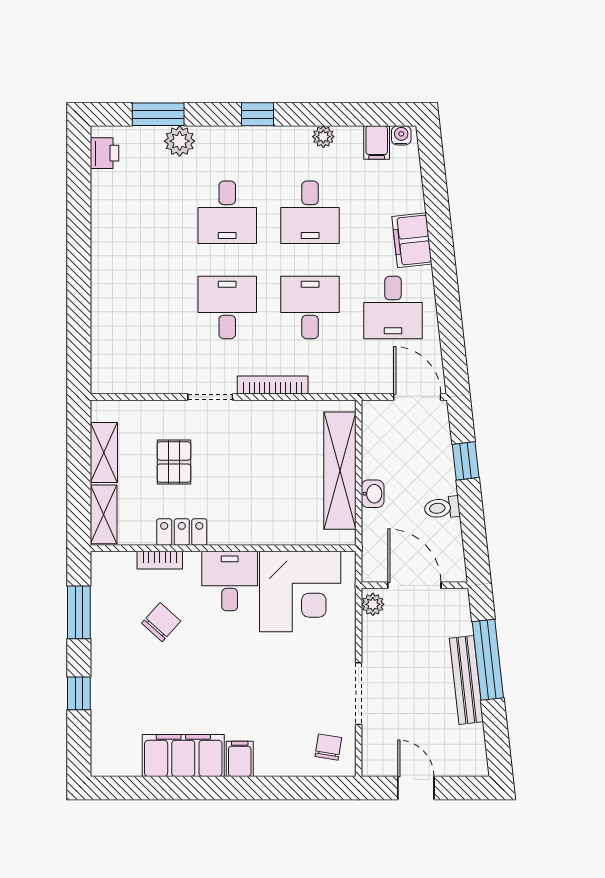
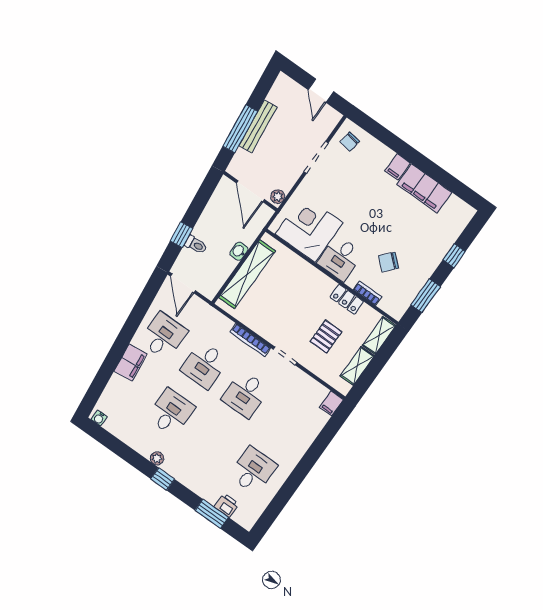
plant: (323, 137) -> (157, 458), moved
plant: (180, 141) -> (211, 493), removed
filing cabinet: (377, 143) -> (331, 403), moved, turned 180
printer: (104, 153) -> (227, 505), moved, turned 90
desk: (227, 212) -> (253, 470), moved
toilet: (442, 508) -> (196, 245), moved

